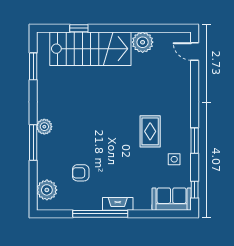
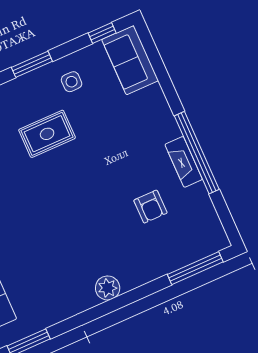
window: (33, 143) -> (195, 268), moved
plant: (47, 190) -> (196, 244), removed
fireplace: (118, 204) -> (184, 162), moved

